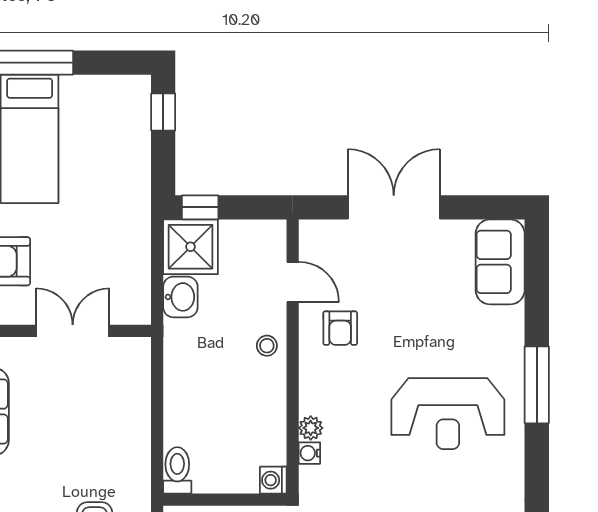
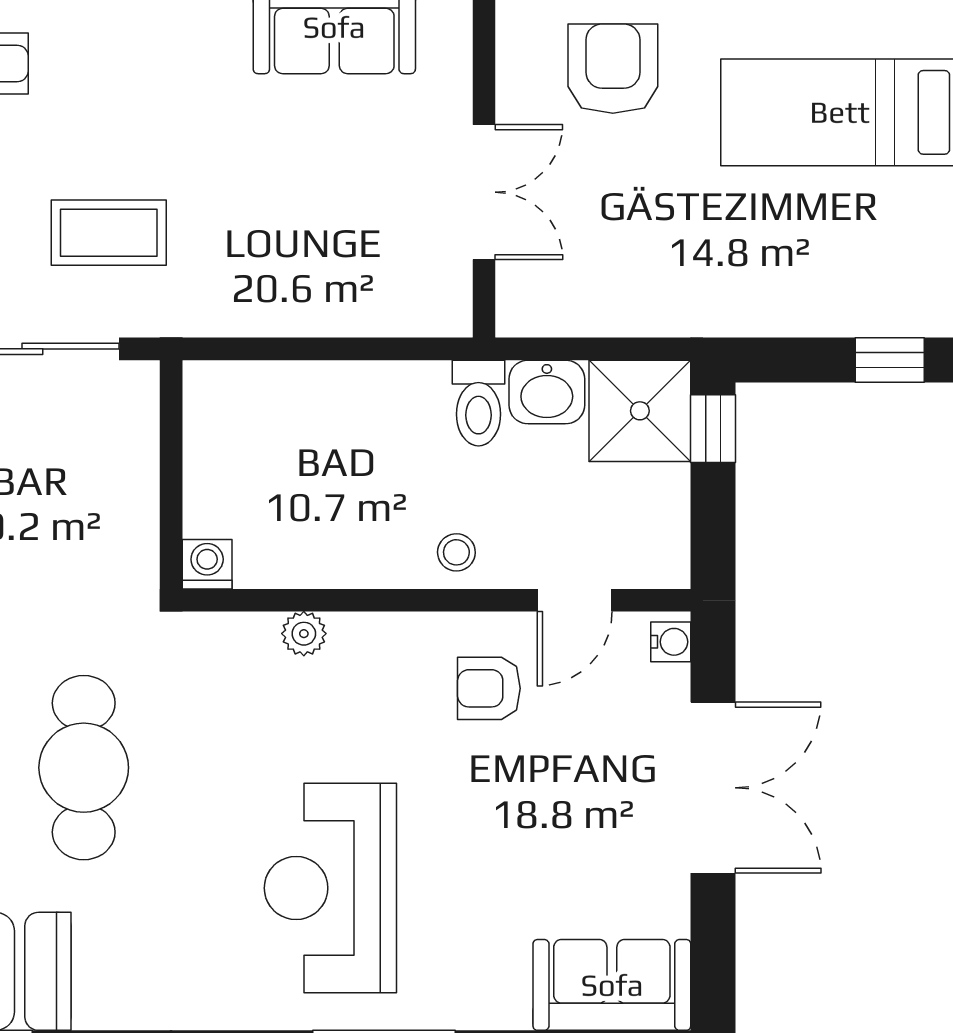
water cooler: (309, 453) -> (671, 642), moved, turned 90
toilet: (177, 470) -> (478, 403), moved, turned 90

